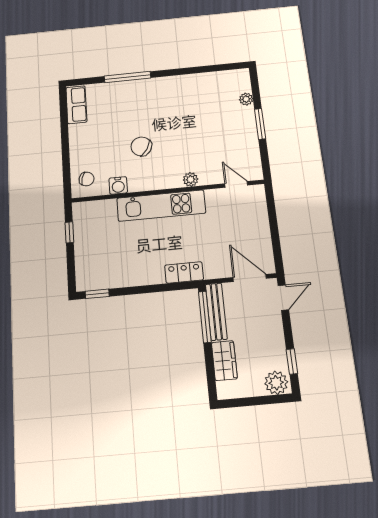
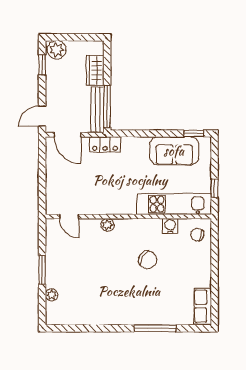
kitchen unit: (161, 206) -> (174, 204), moved
sofa: (119, 271) -> (174, 151), added
locker: (184, 272) -> (105, 144), moved

